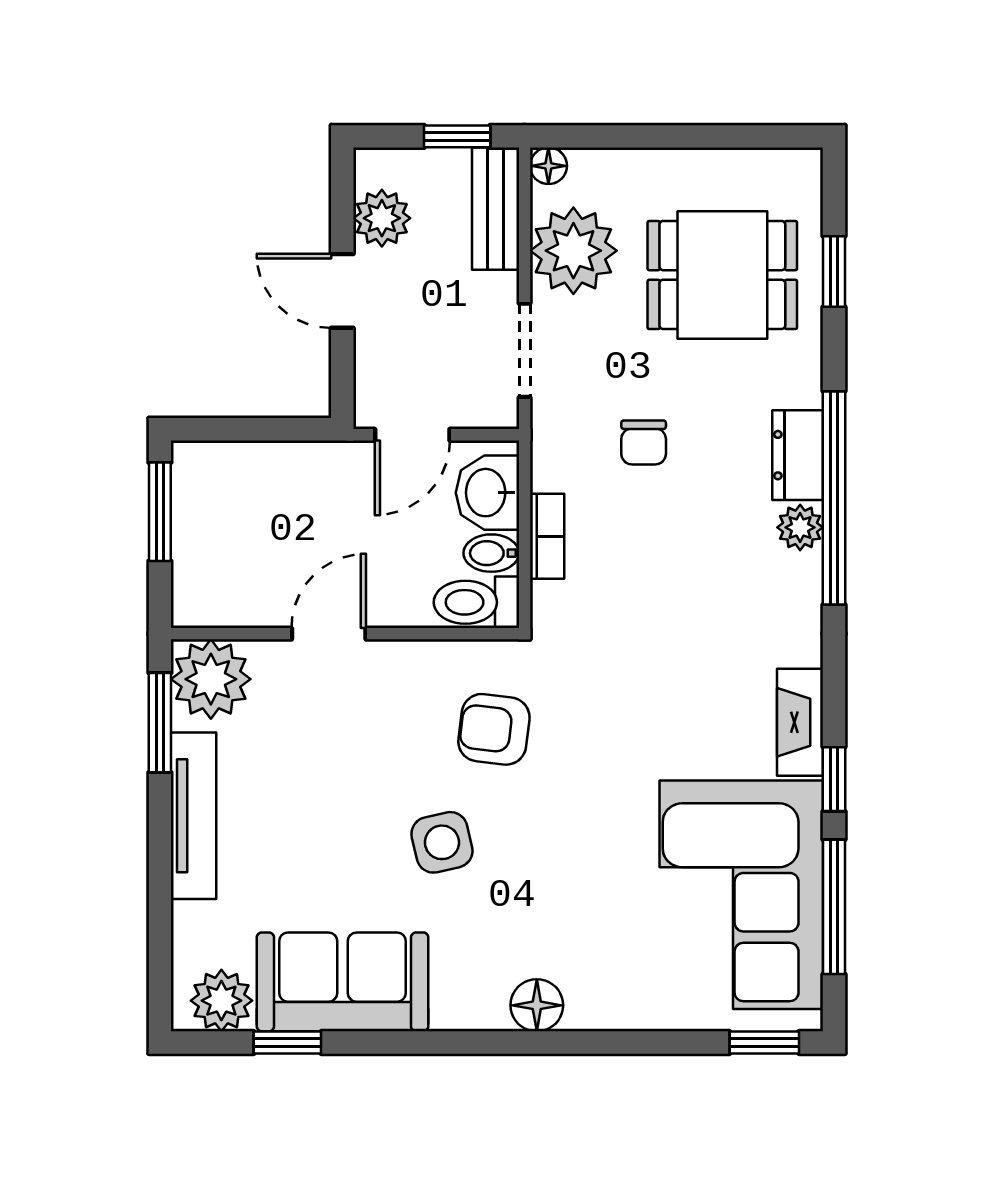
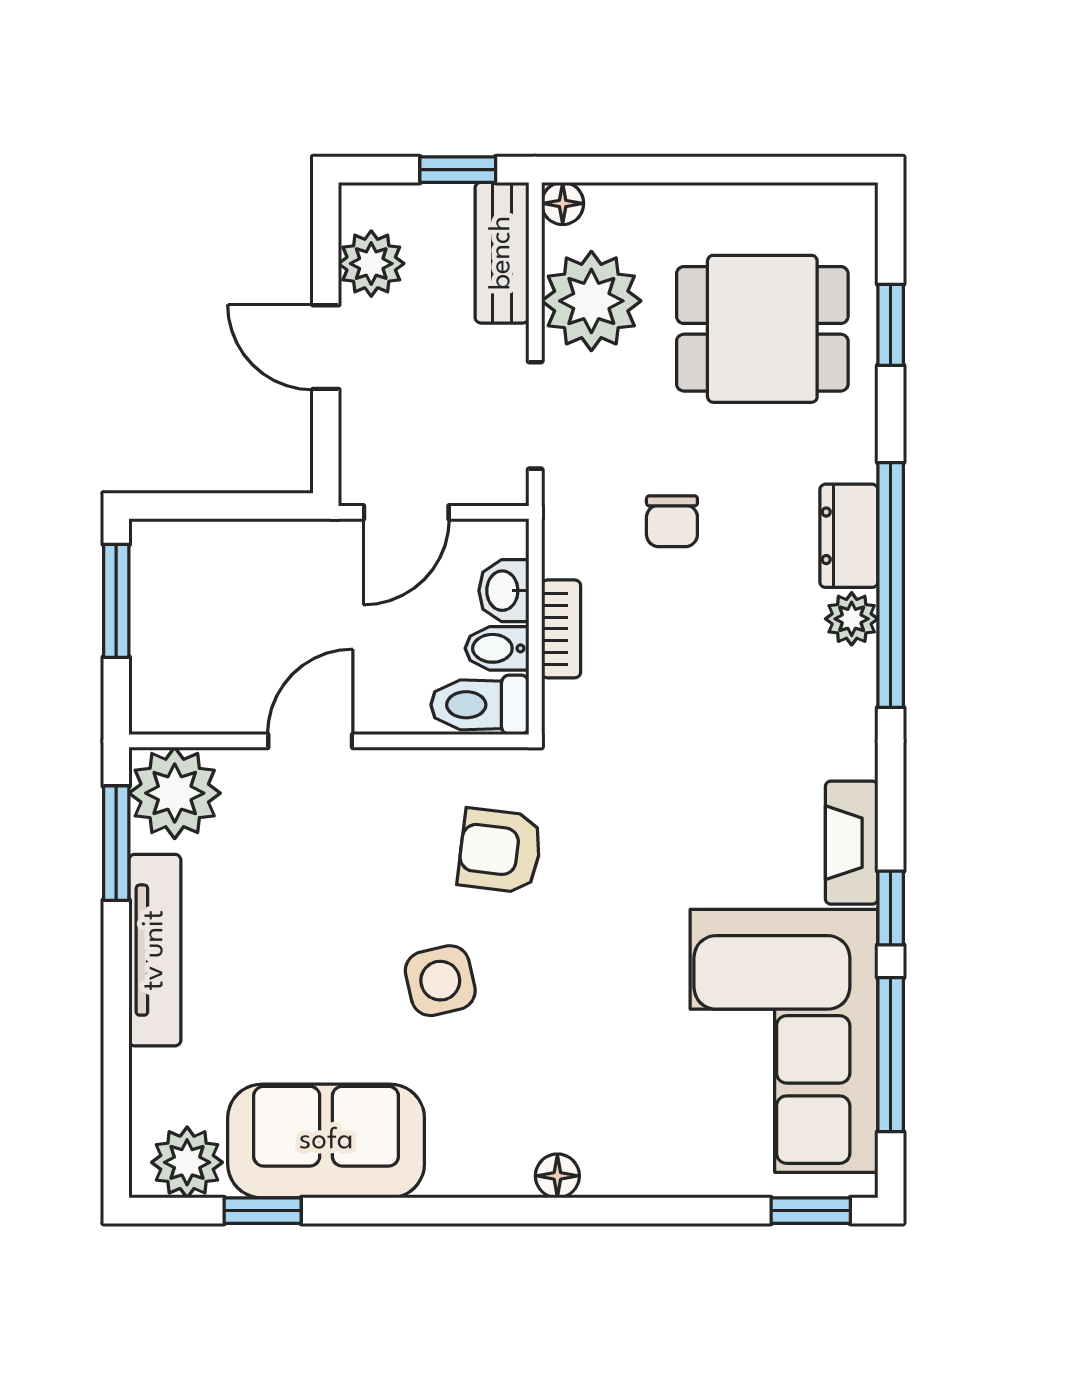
washbasin: (487, 493) -> (504, 591), width x0.72, depth x0.69
floor lamp: (537, 1005) -> (557, 1176), width x0.73, depth x0.73

